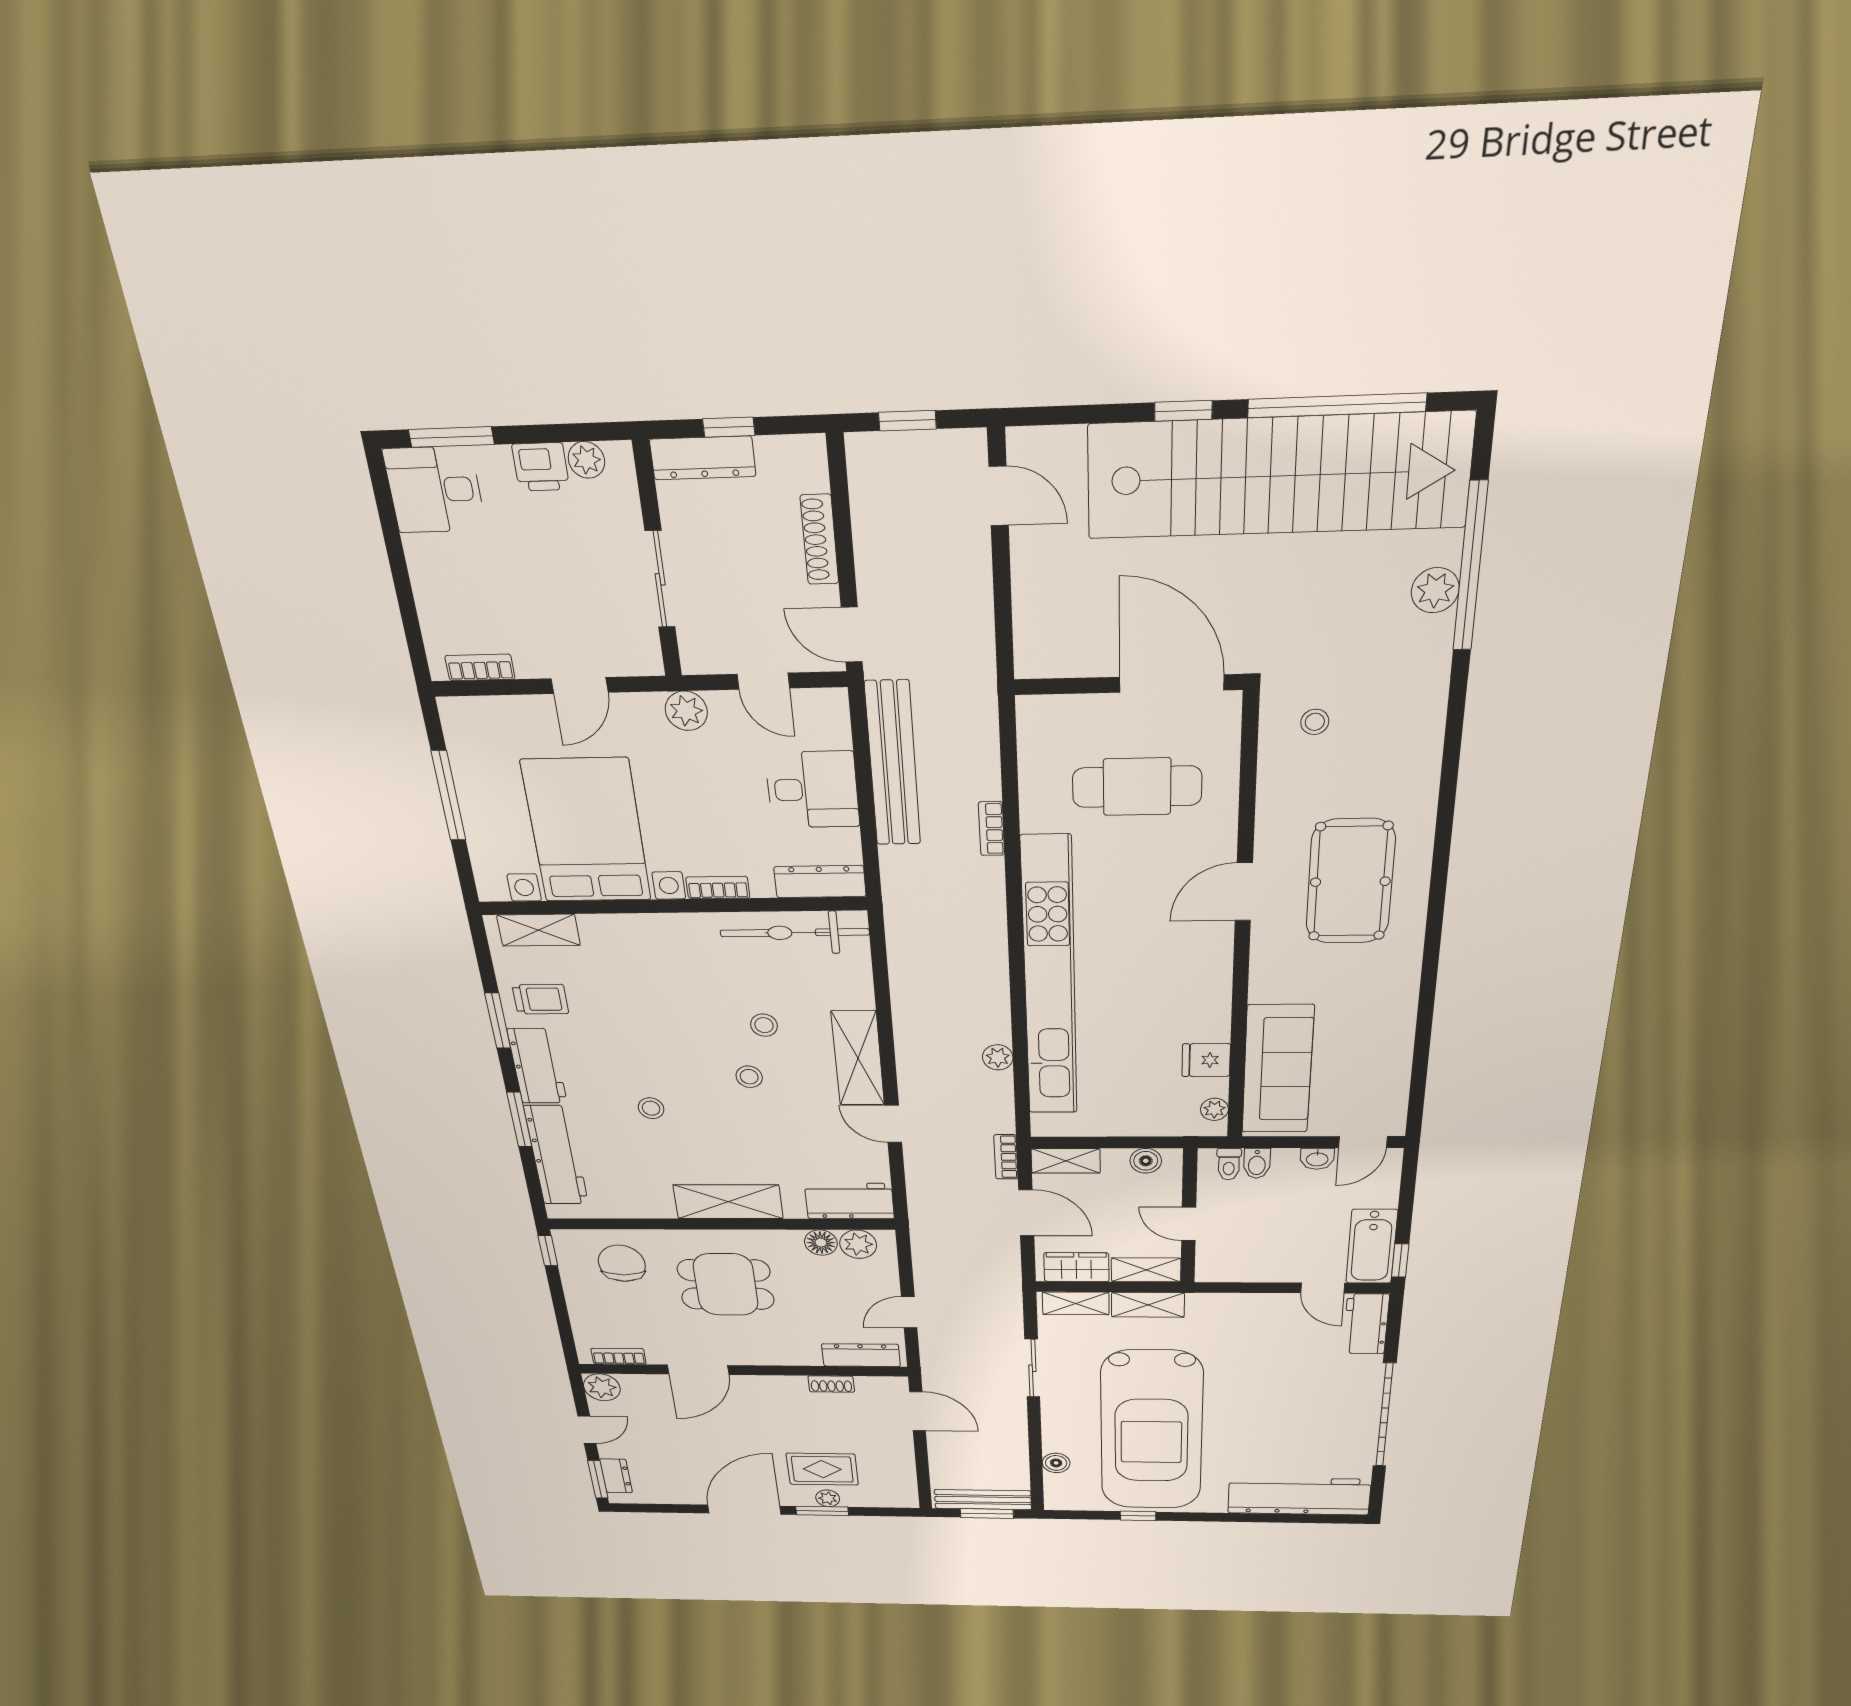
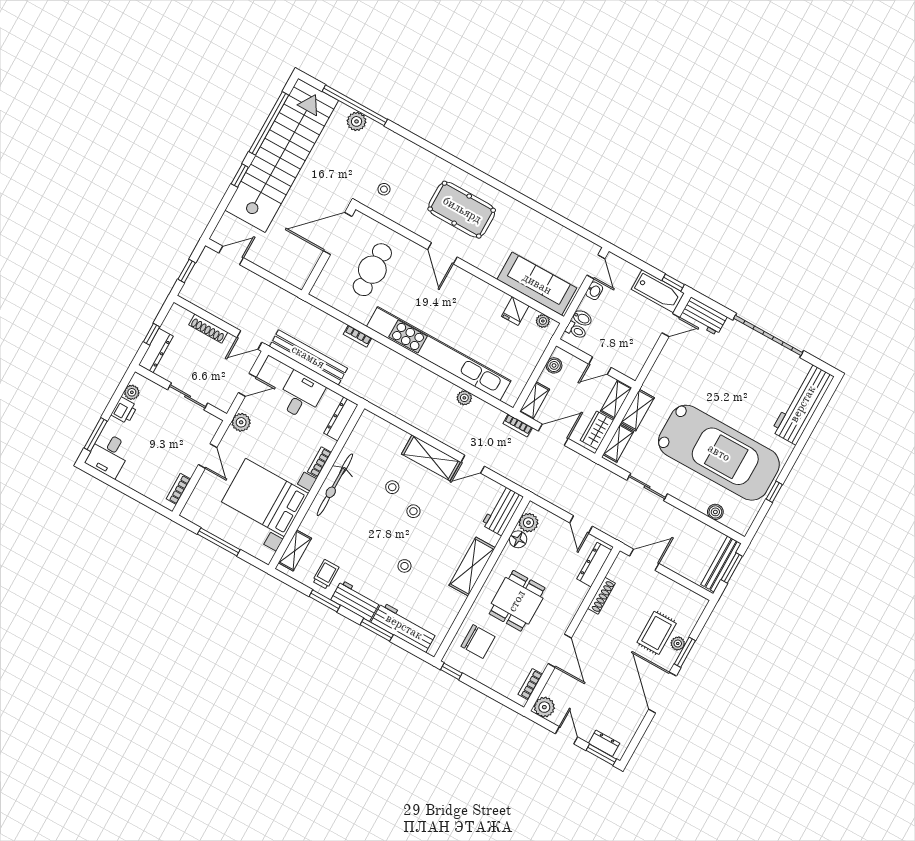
bicycle: (795, 933) -> (335, 485), moved
chair: (622, 1263) -> (478, 642), turned 180
shoe rack: (831, 1384) -> (601, 596), width x1.43

